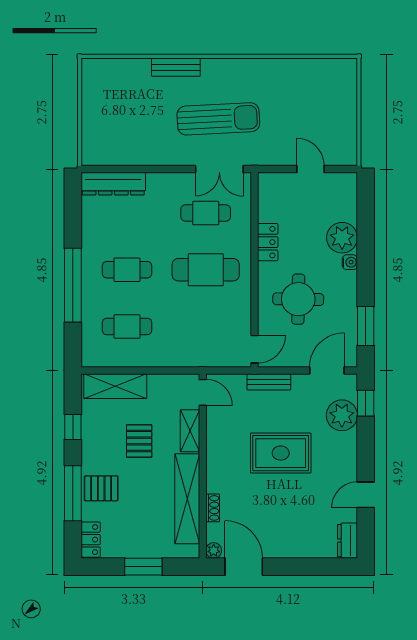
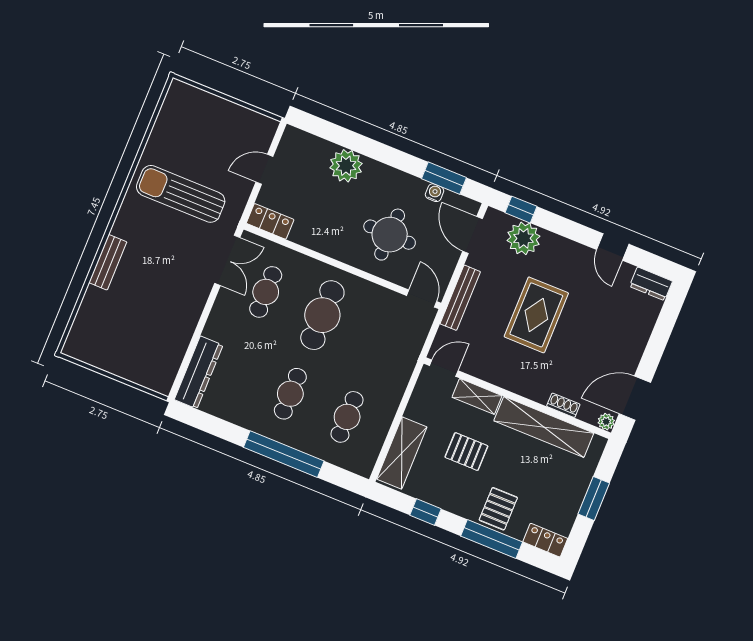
sun lounger: (218, 119) -> (181, 194), moved, turned -87
locker: (268, 242) -> (270, 221), moved
water cooler: (350, 262) -> (435, 193), moved
bench: (269, 382) -> (460, 298), width x1.36

